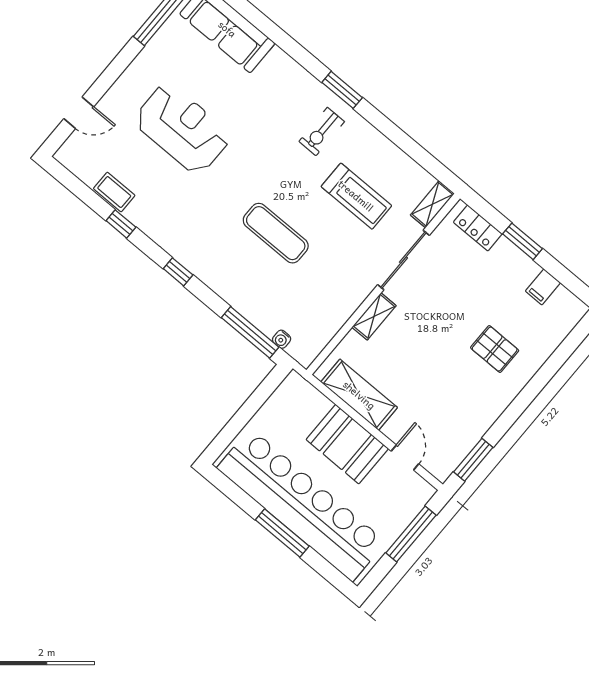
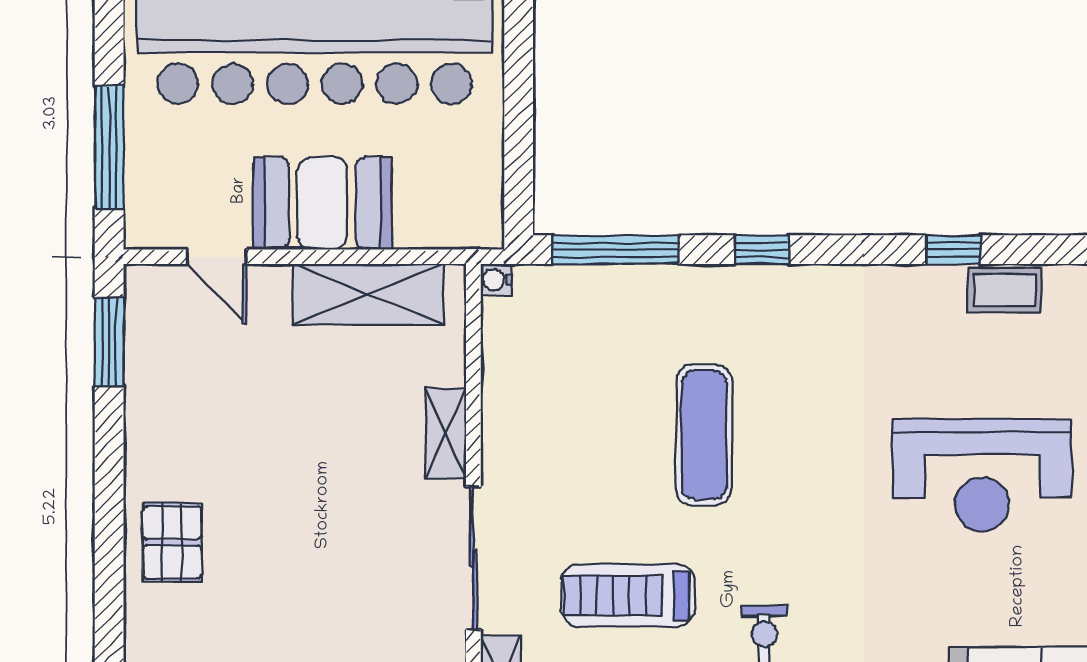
exercise mat: (276, 233) -> (704, 435), turned 90
window: (178, 272) -> (762, 250), moved
water cooler: (282, 339) -> (496, 280), moved, turned -90
pallet: (495, 349) -> (172, 543), moved, turned 90

